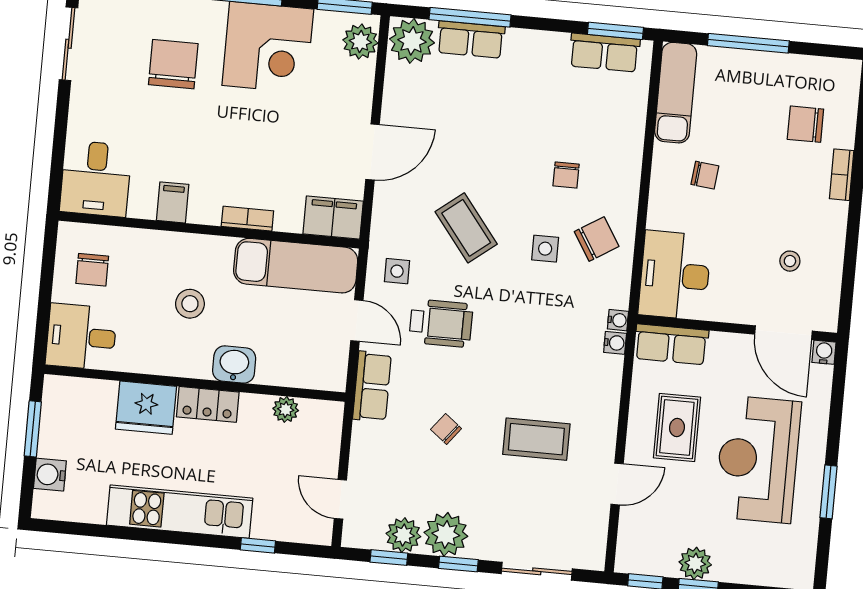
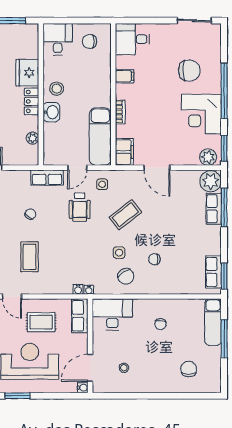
exam couch: (676, 93) -> (213, 322), moved, turned 90
bookcase: (842, 175) -> (167, 388), removed
stool: (190, 304) -> (57, 89), moved

